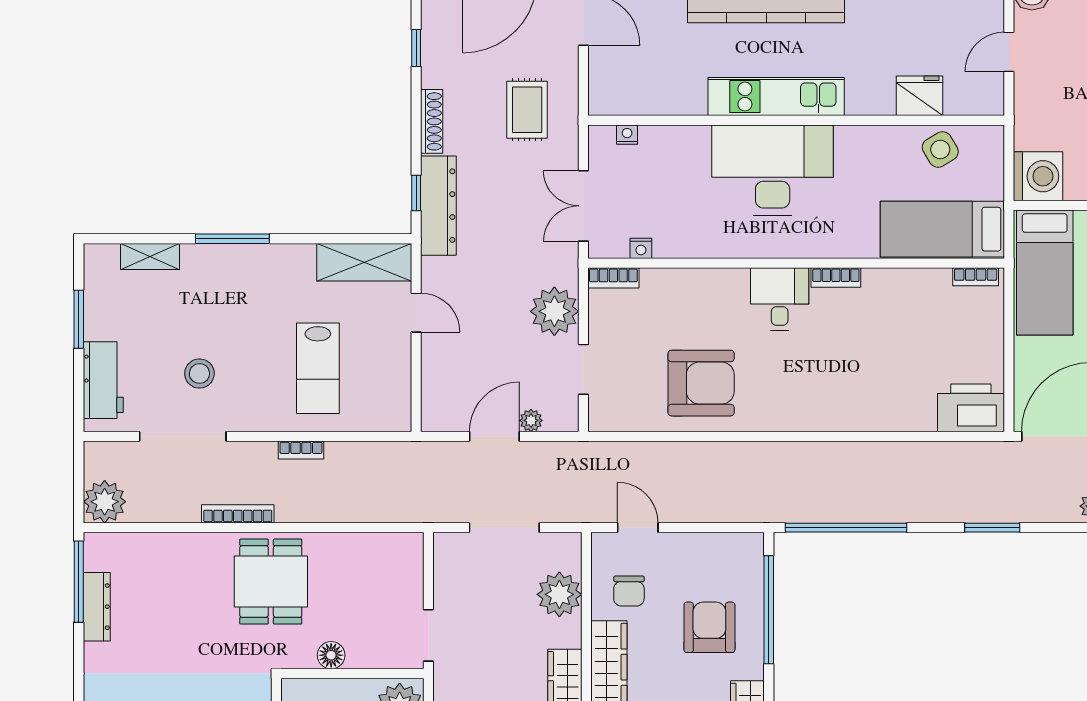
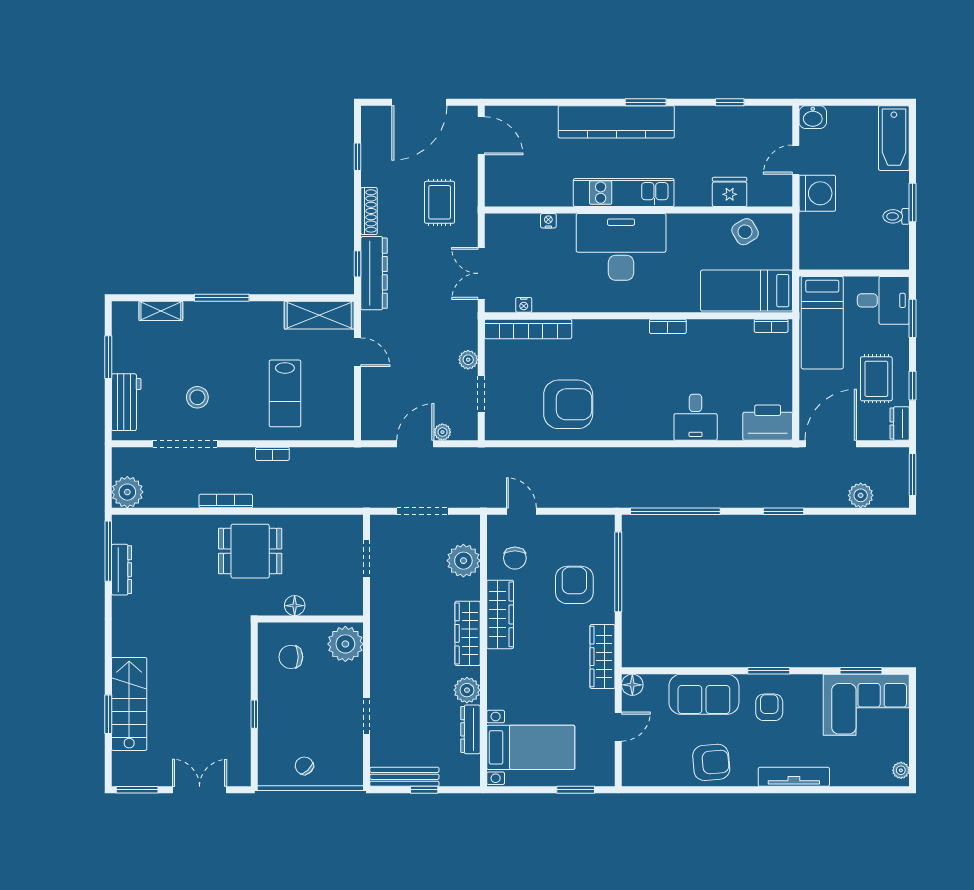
nightstand: (627, 135) -> (548, 221), moved
washing machine: (1038, 176) -> (817, 193), moved
bookcase: (613, 278) -> (528, 329), width x2.31, depth x1.31
desk: (780, 299) -> (696, 417), moved, turned 180
plant: (554, 311) -> (468, 360), width x0.53, depth x0.53
dining table: (271, 582) -> (250, 551), turned 90
doorway: (428, 635) -> (367, 559), moved

